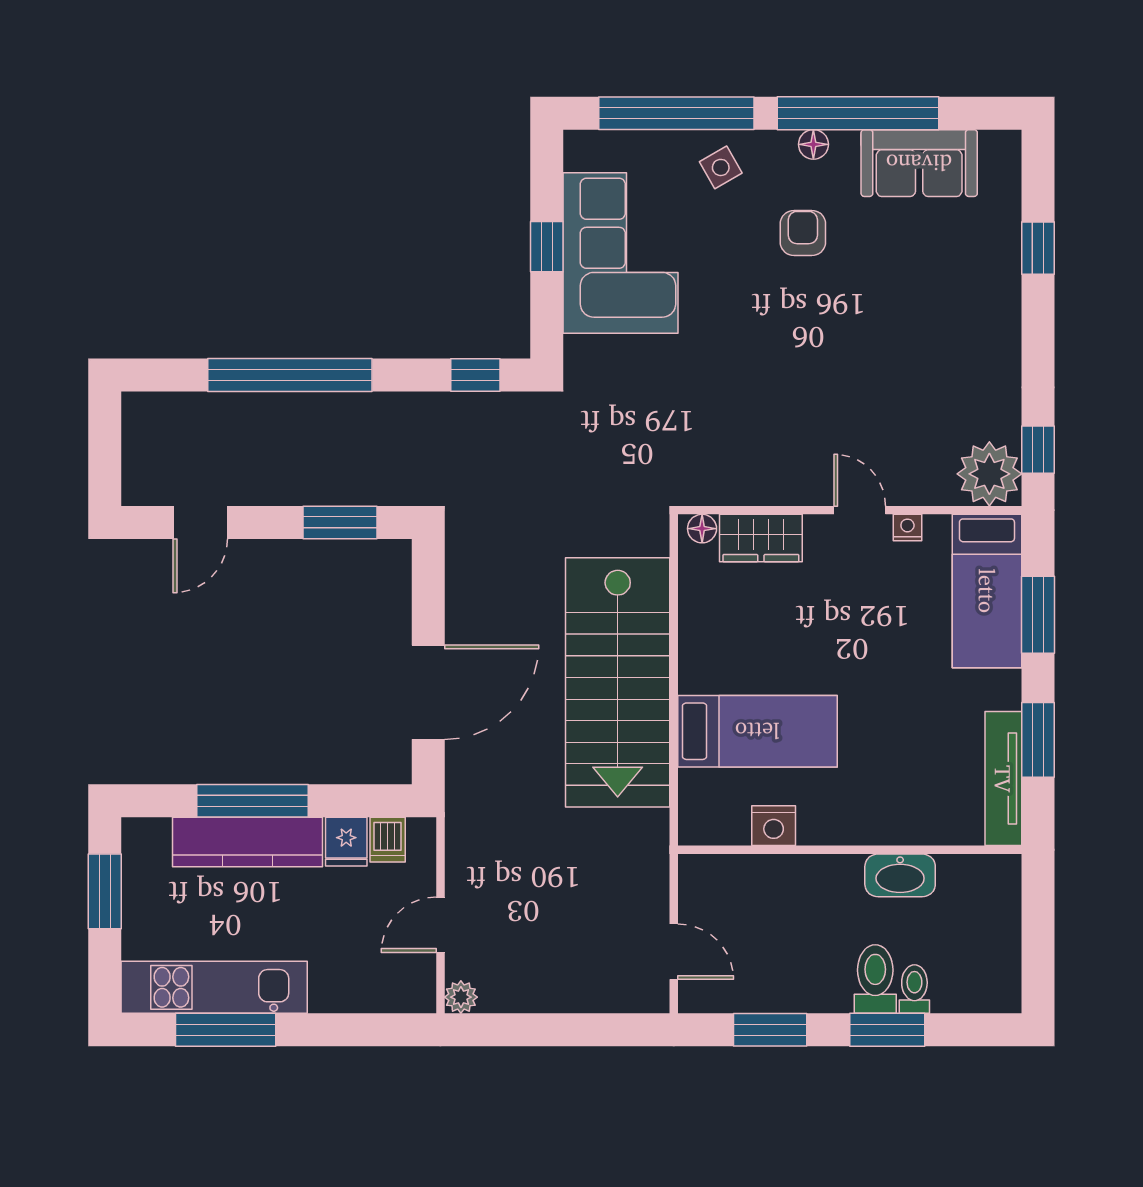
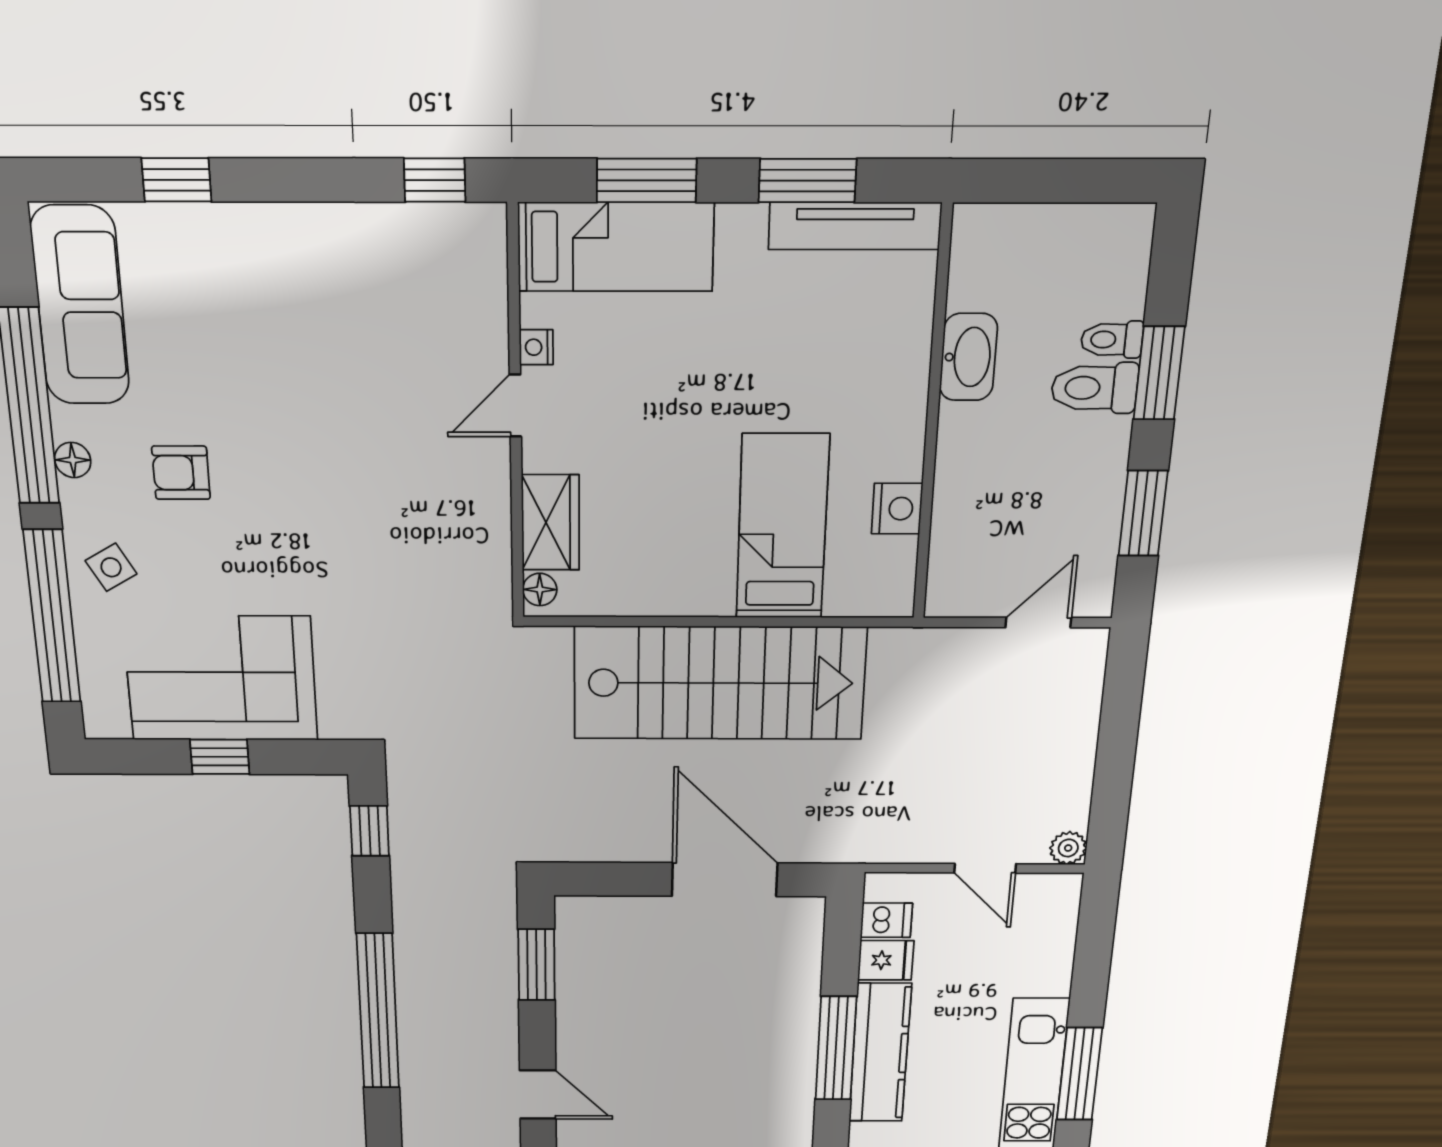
sofa: (919, 163) -> (80, 306), width x1.36
plant: (989, 474) -> (467, 244), removed

